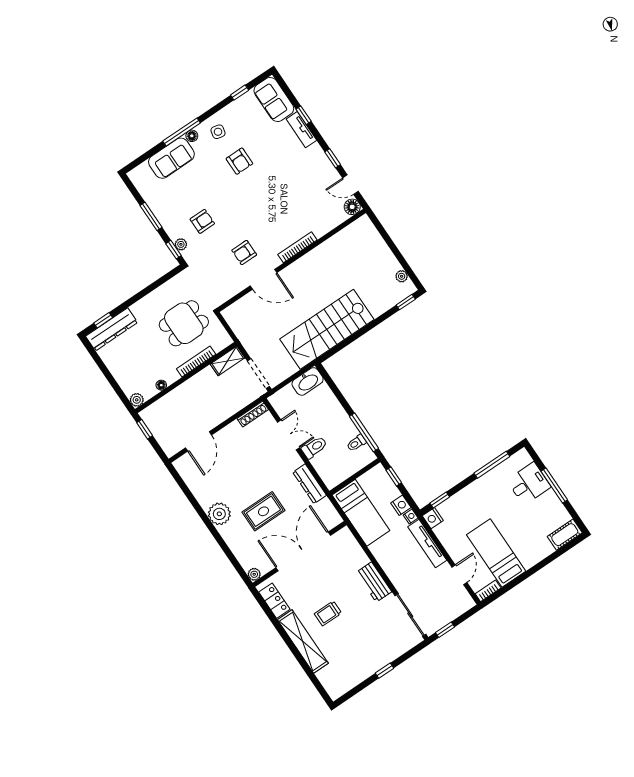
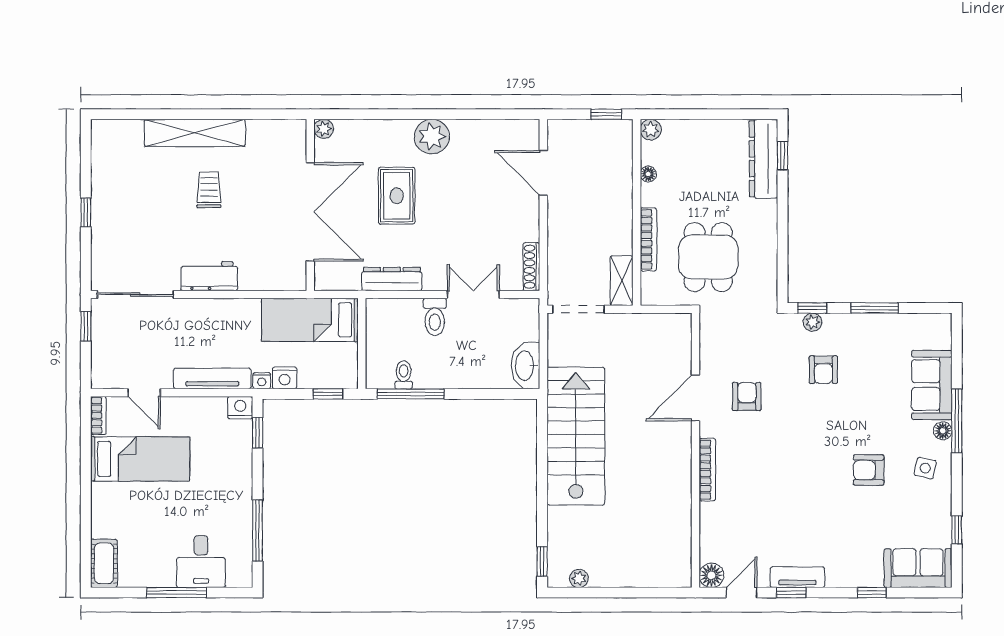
tv unit: (301, 130) -> (797, 577), moved
double door: (288, 435) -> (473, 295), swing flipped
locker: (274, 601) -> (272, 132), removed

